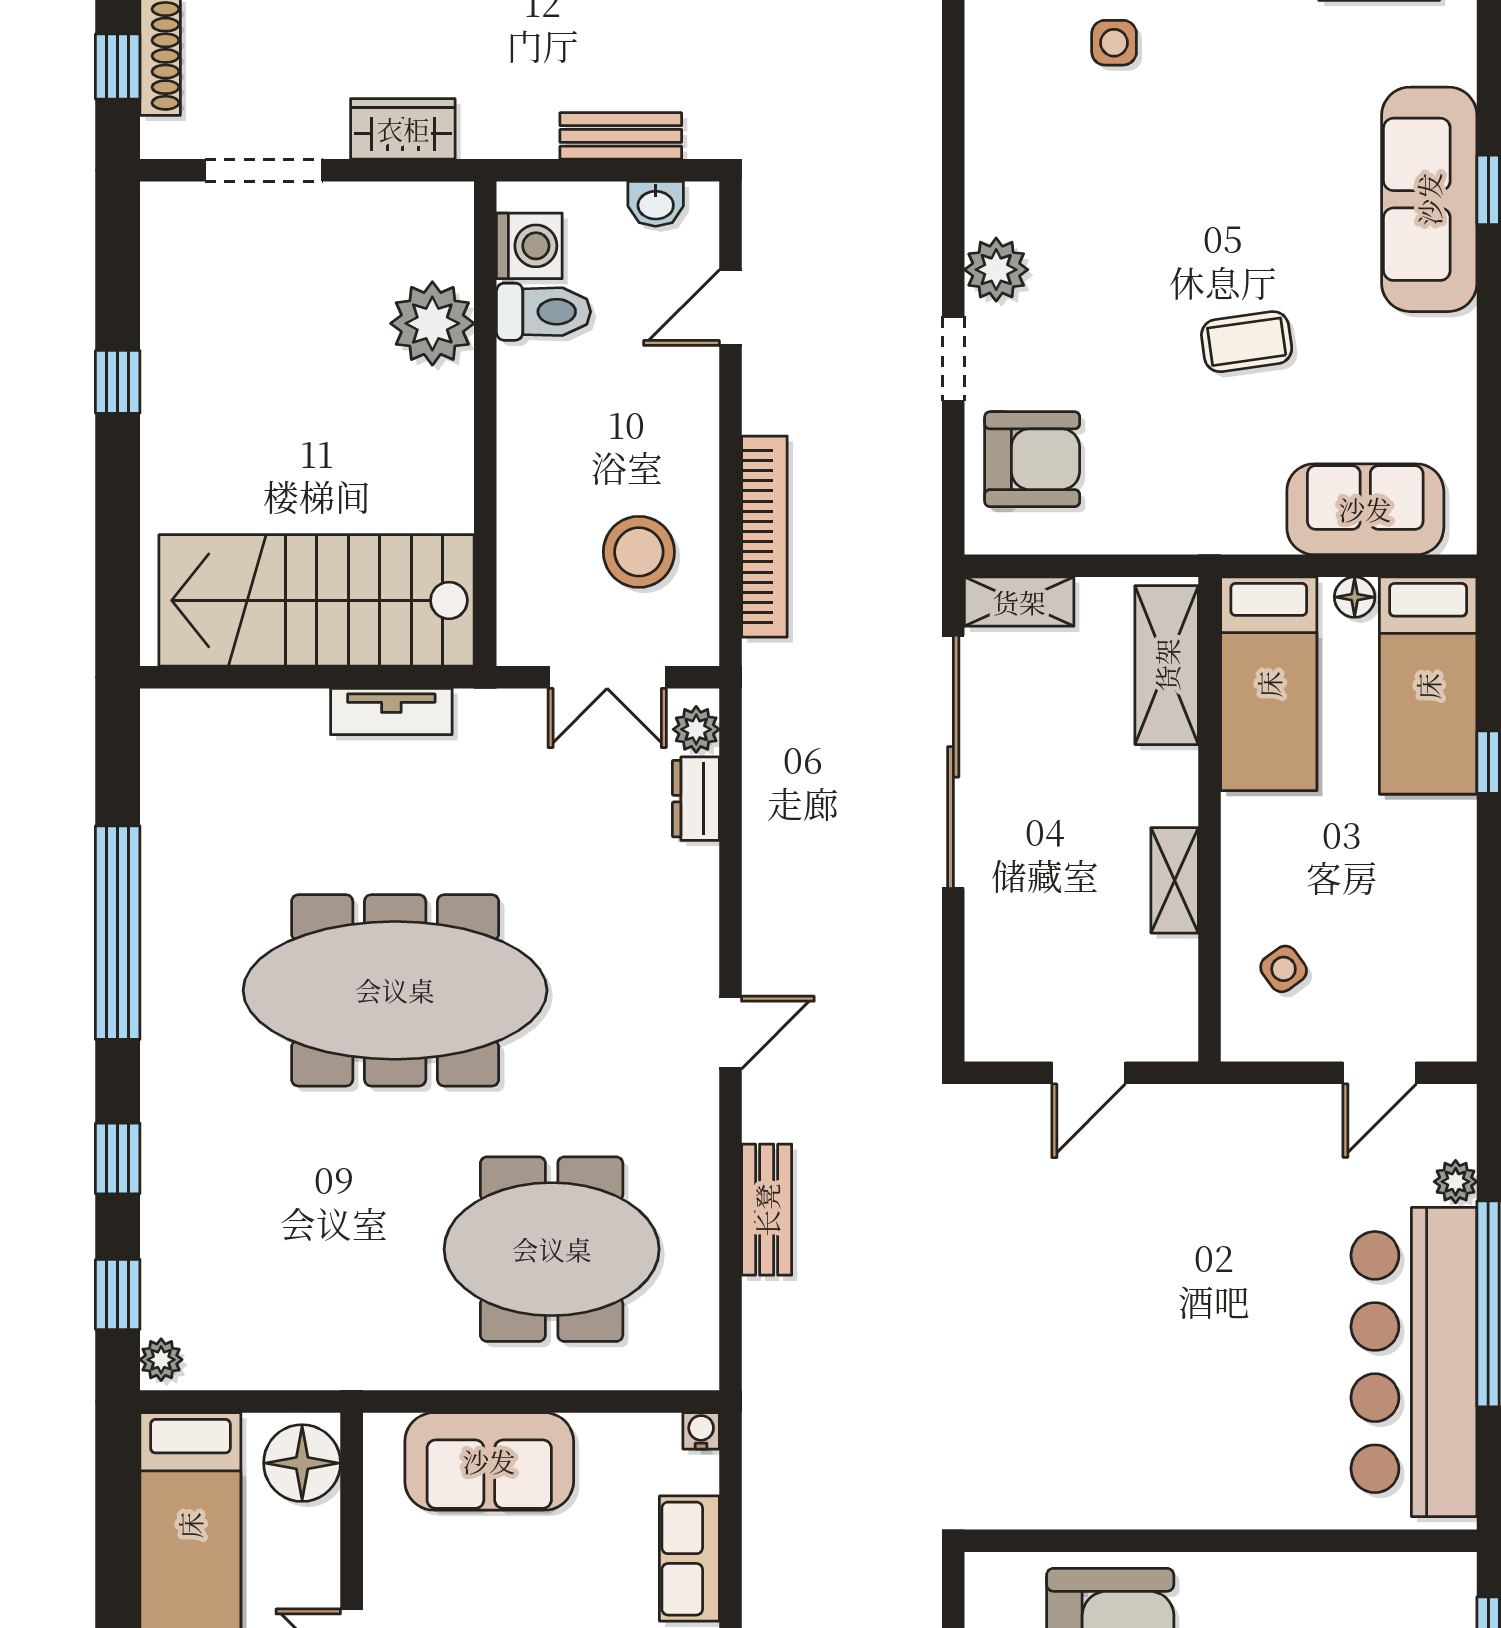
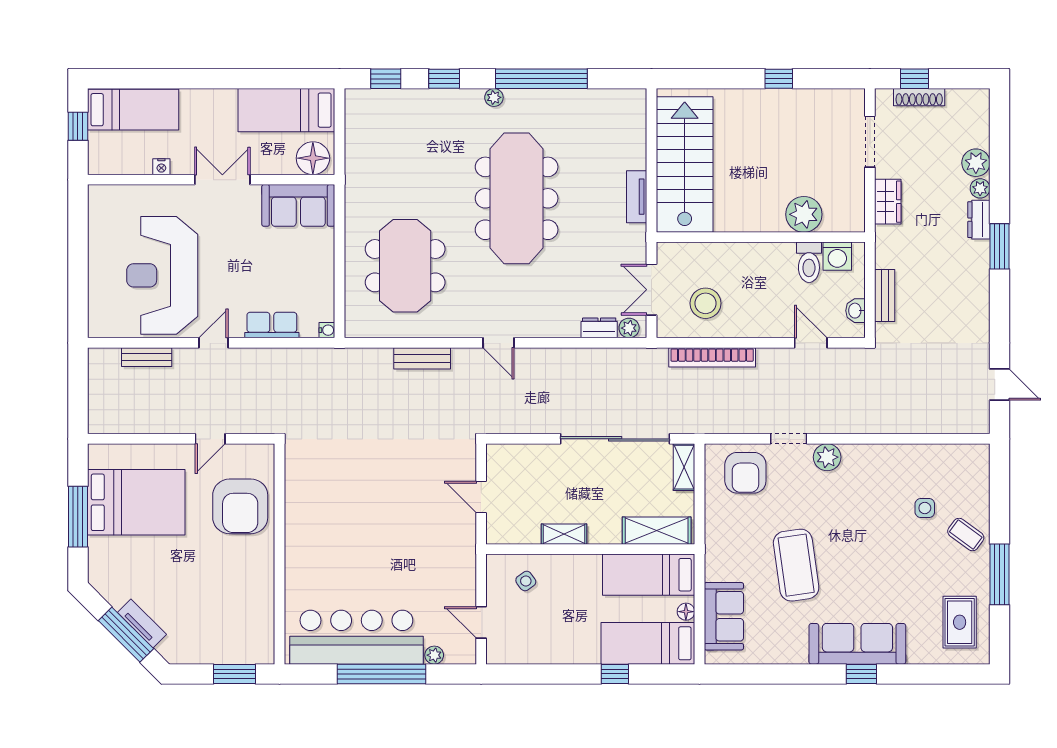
coffee table: (1247, 342) -> (796, 565), width x1.86, depth x1.72
plant: (161, 1360) -> (494, 97), moved
sofa: (489, 1461) -> (298, 205), moved, turned -90

